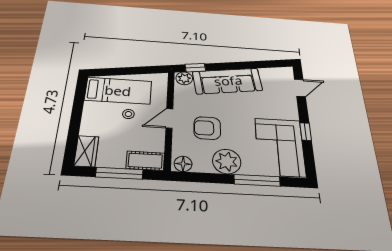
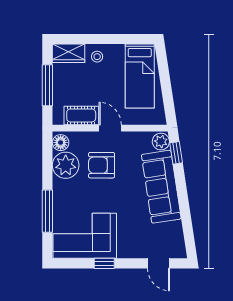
stool: (128, 114) -> (97, 57), moved
armchair: (207, 128) -> (102, 165), turned -90
cot: (145, 161) -> (81, 115), moved, turned 90
plant: (227, 161) -> (66, 165), moved

